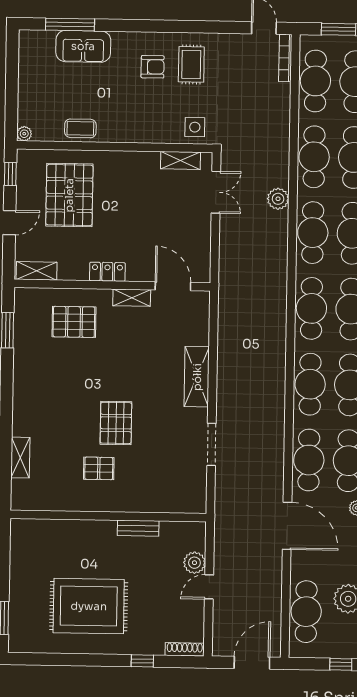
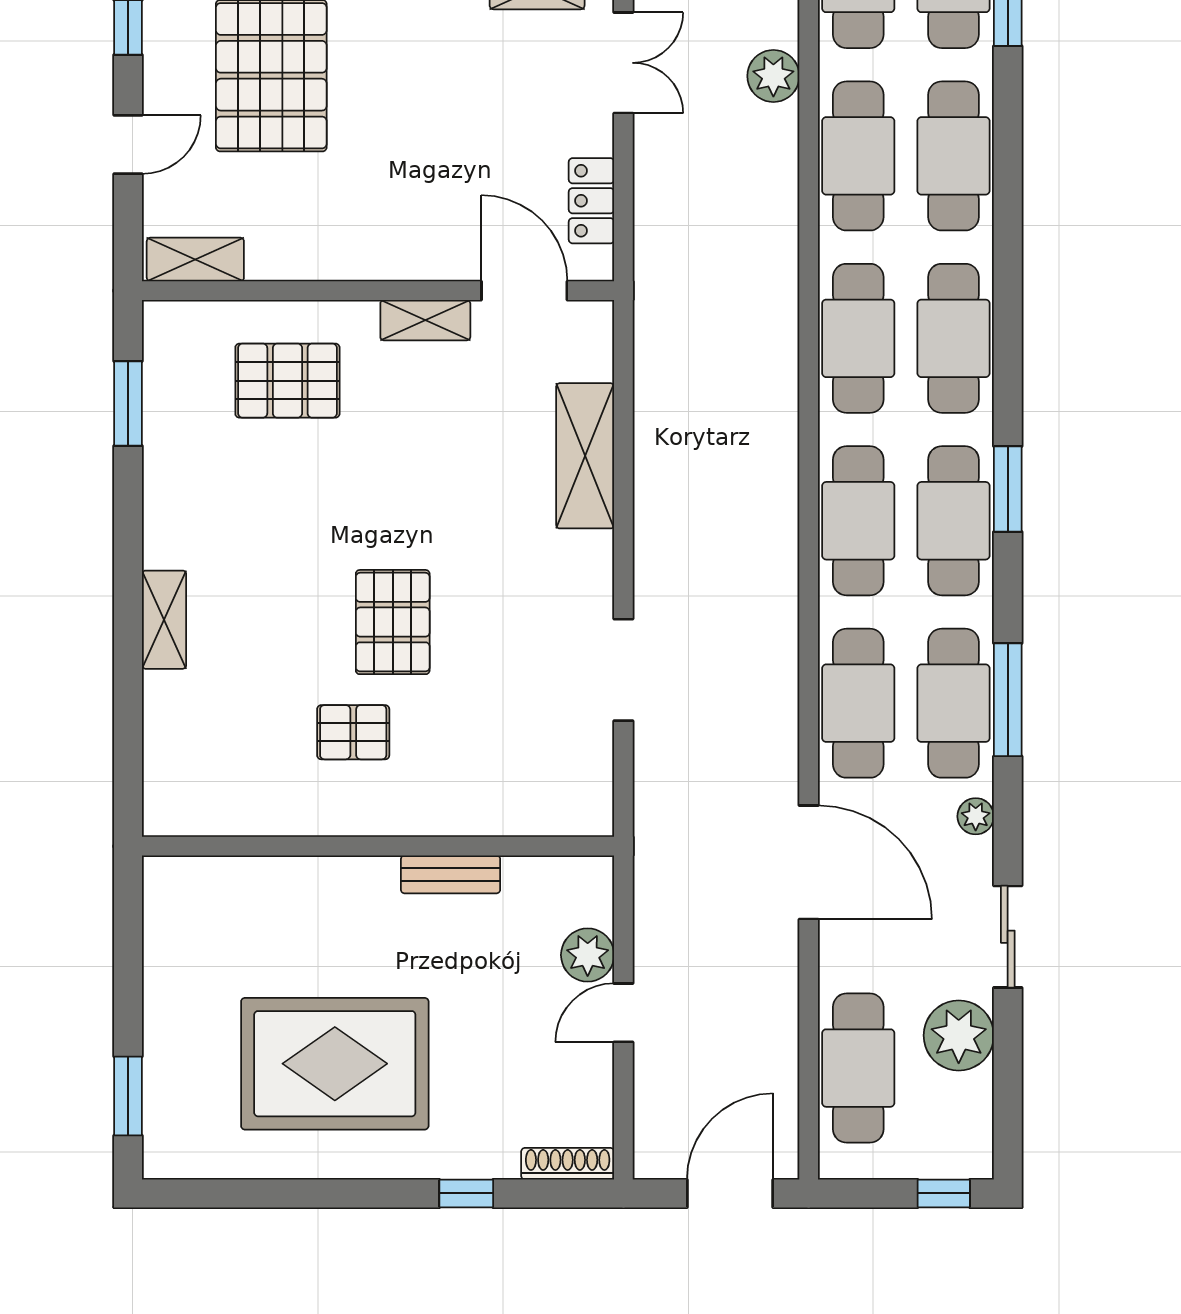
locker: (107, 272) -> (591, 201), moved, turned -90
shelving: (197, 377) -> (585, 456), moved
shelving: (20, 458) -> (164, 620), moved

